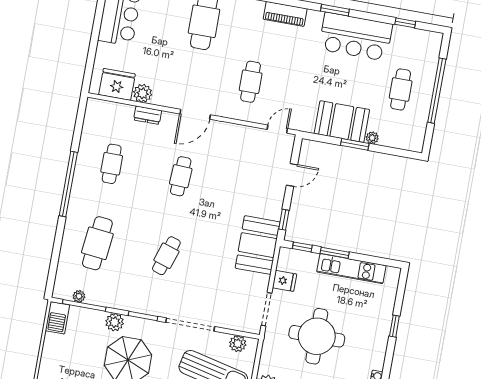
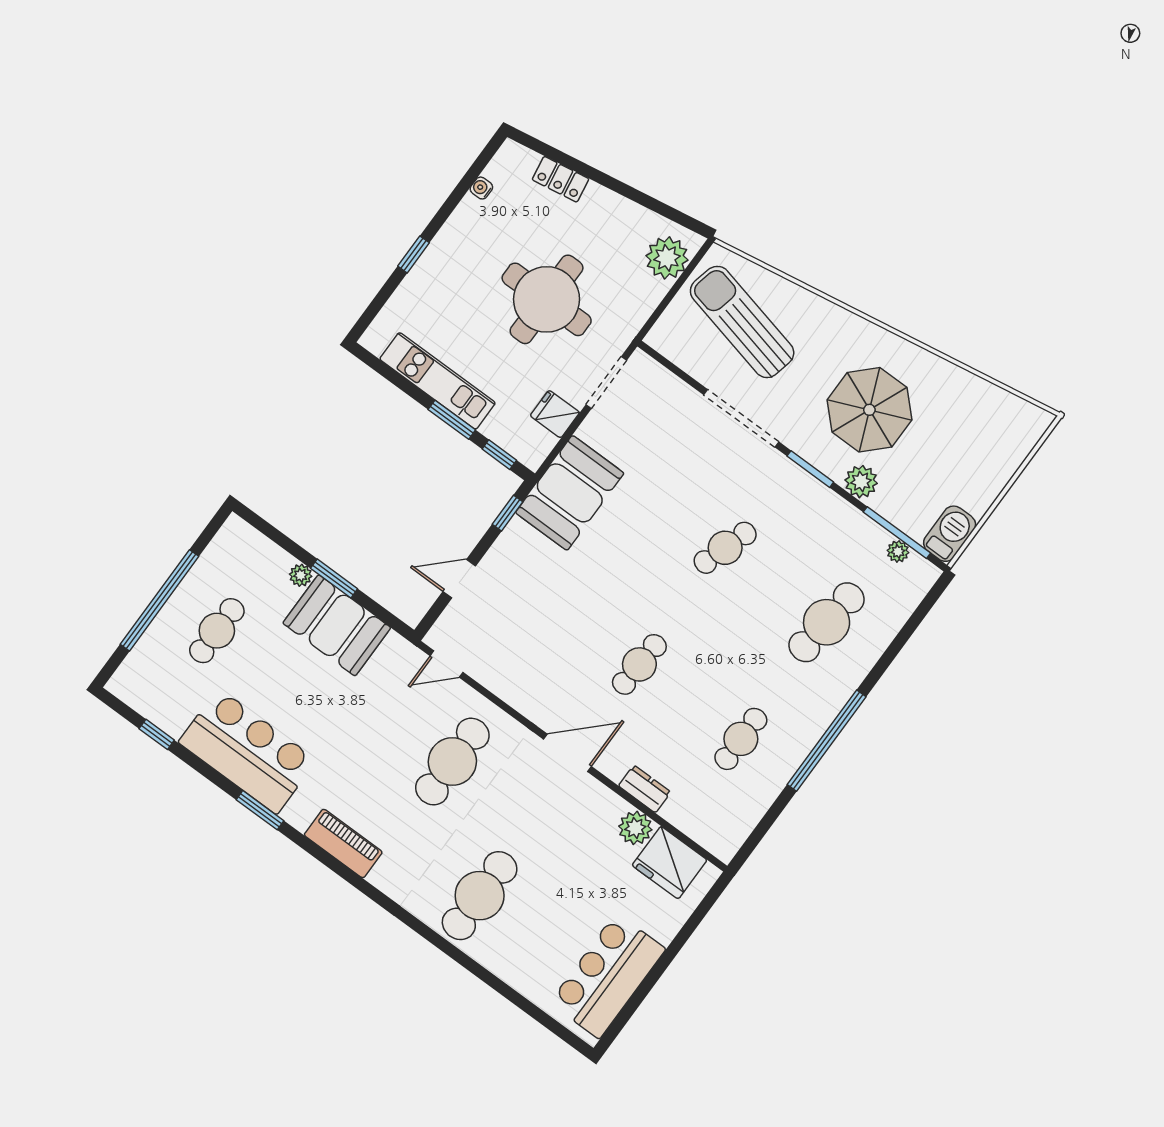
cafe table: (251, 82) -> (452, 762), width x1.37, depth x1.35
plant: (238, 344) -> (680, 350), removed

